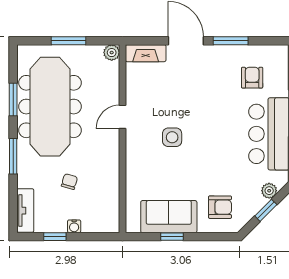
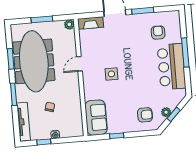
plant: (269, 191) -> (166, 112), moved
tv unit: (25, 211) -> (24, 122), width x1.41
sofa: (169, 217) -> (96, 118), moved, turned 90

